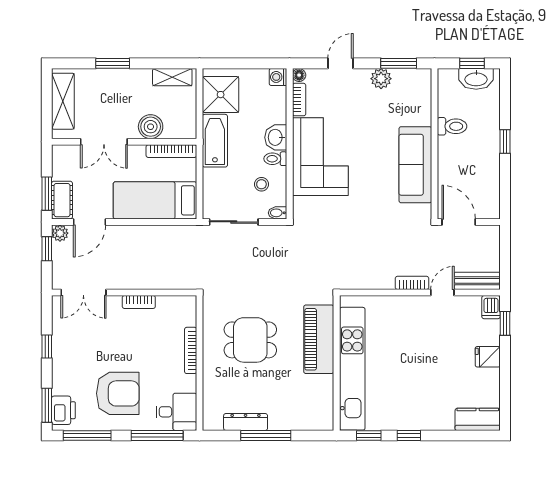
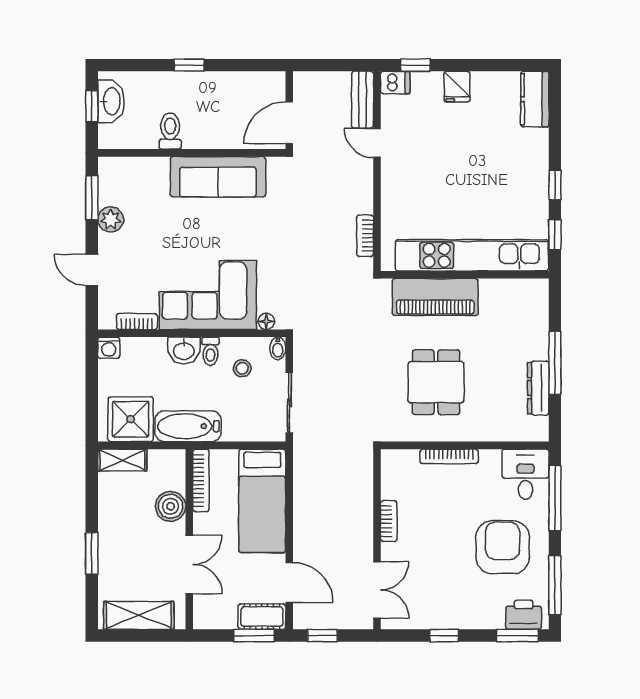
floor lamp: (299, 75) -> (266, 321), moved
shelving: (172, 77) -> (122, 460), moved, turned 90
plant: (60, 233) -> (303, 619), removed
bookcase: (412, 283) -> (365, 236), moved

